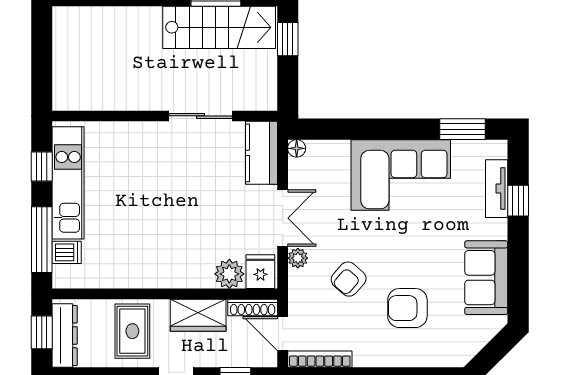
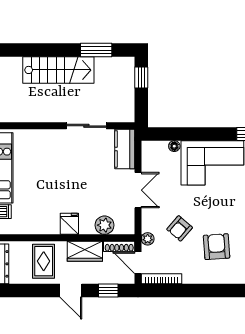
stairs: (219, 27) -> (58, 70), moved
floor lamp: (297, 148) -> (174, 146), moved
plant: (298, 258) -> (148, 239), moved
fridge: (260, 272) -> (69, 224), moved
armchair: (407, 308) -> (217, 247), turned 86

